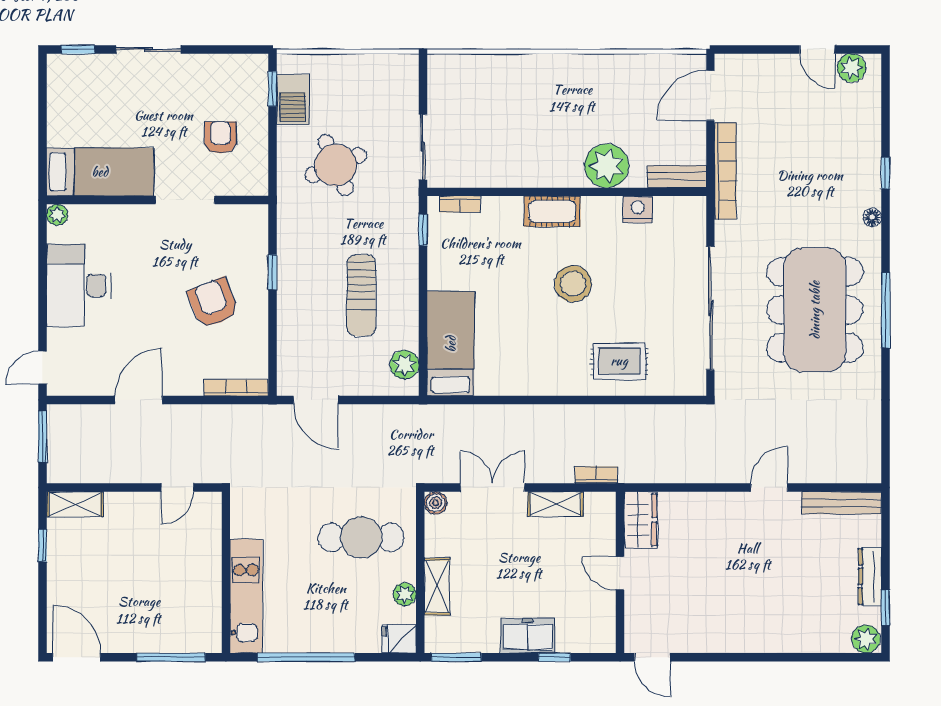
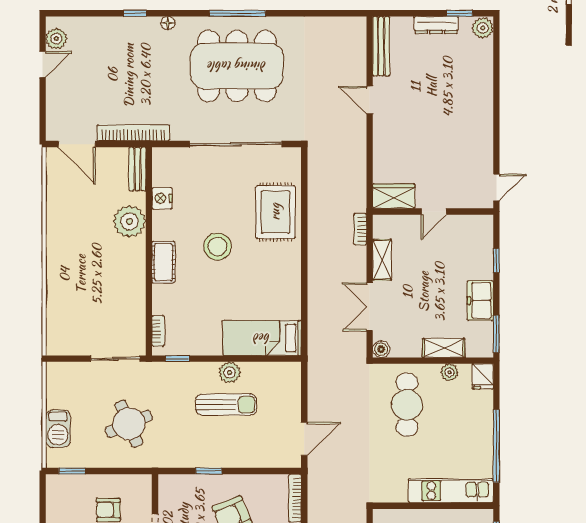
barbecue: (293, 100) -> (58, 429), moved, turned 90
rug: (619, 361) -> (275, 212), width x1.36, depth x1.43
plant: (404, 365) -> (230, 372), moved
freezer: (528, 636) -> (480, 301), moved

